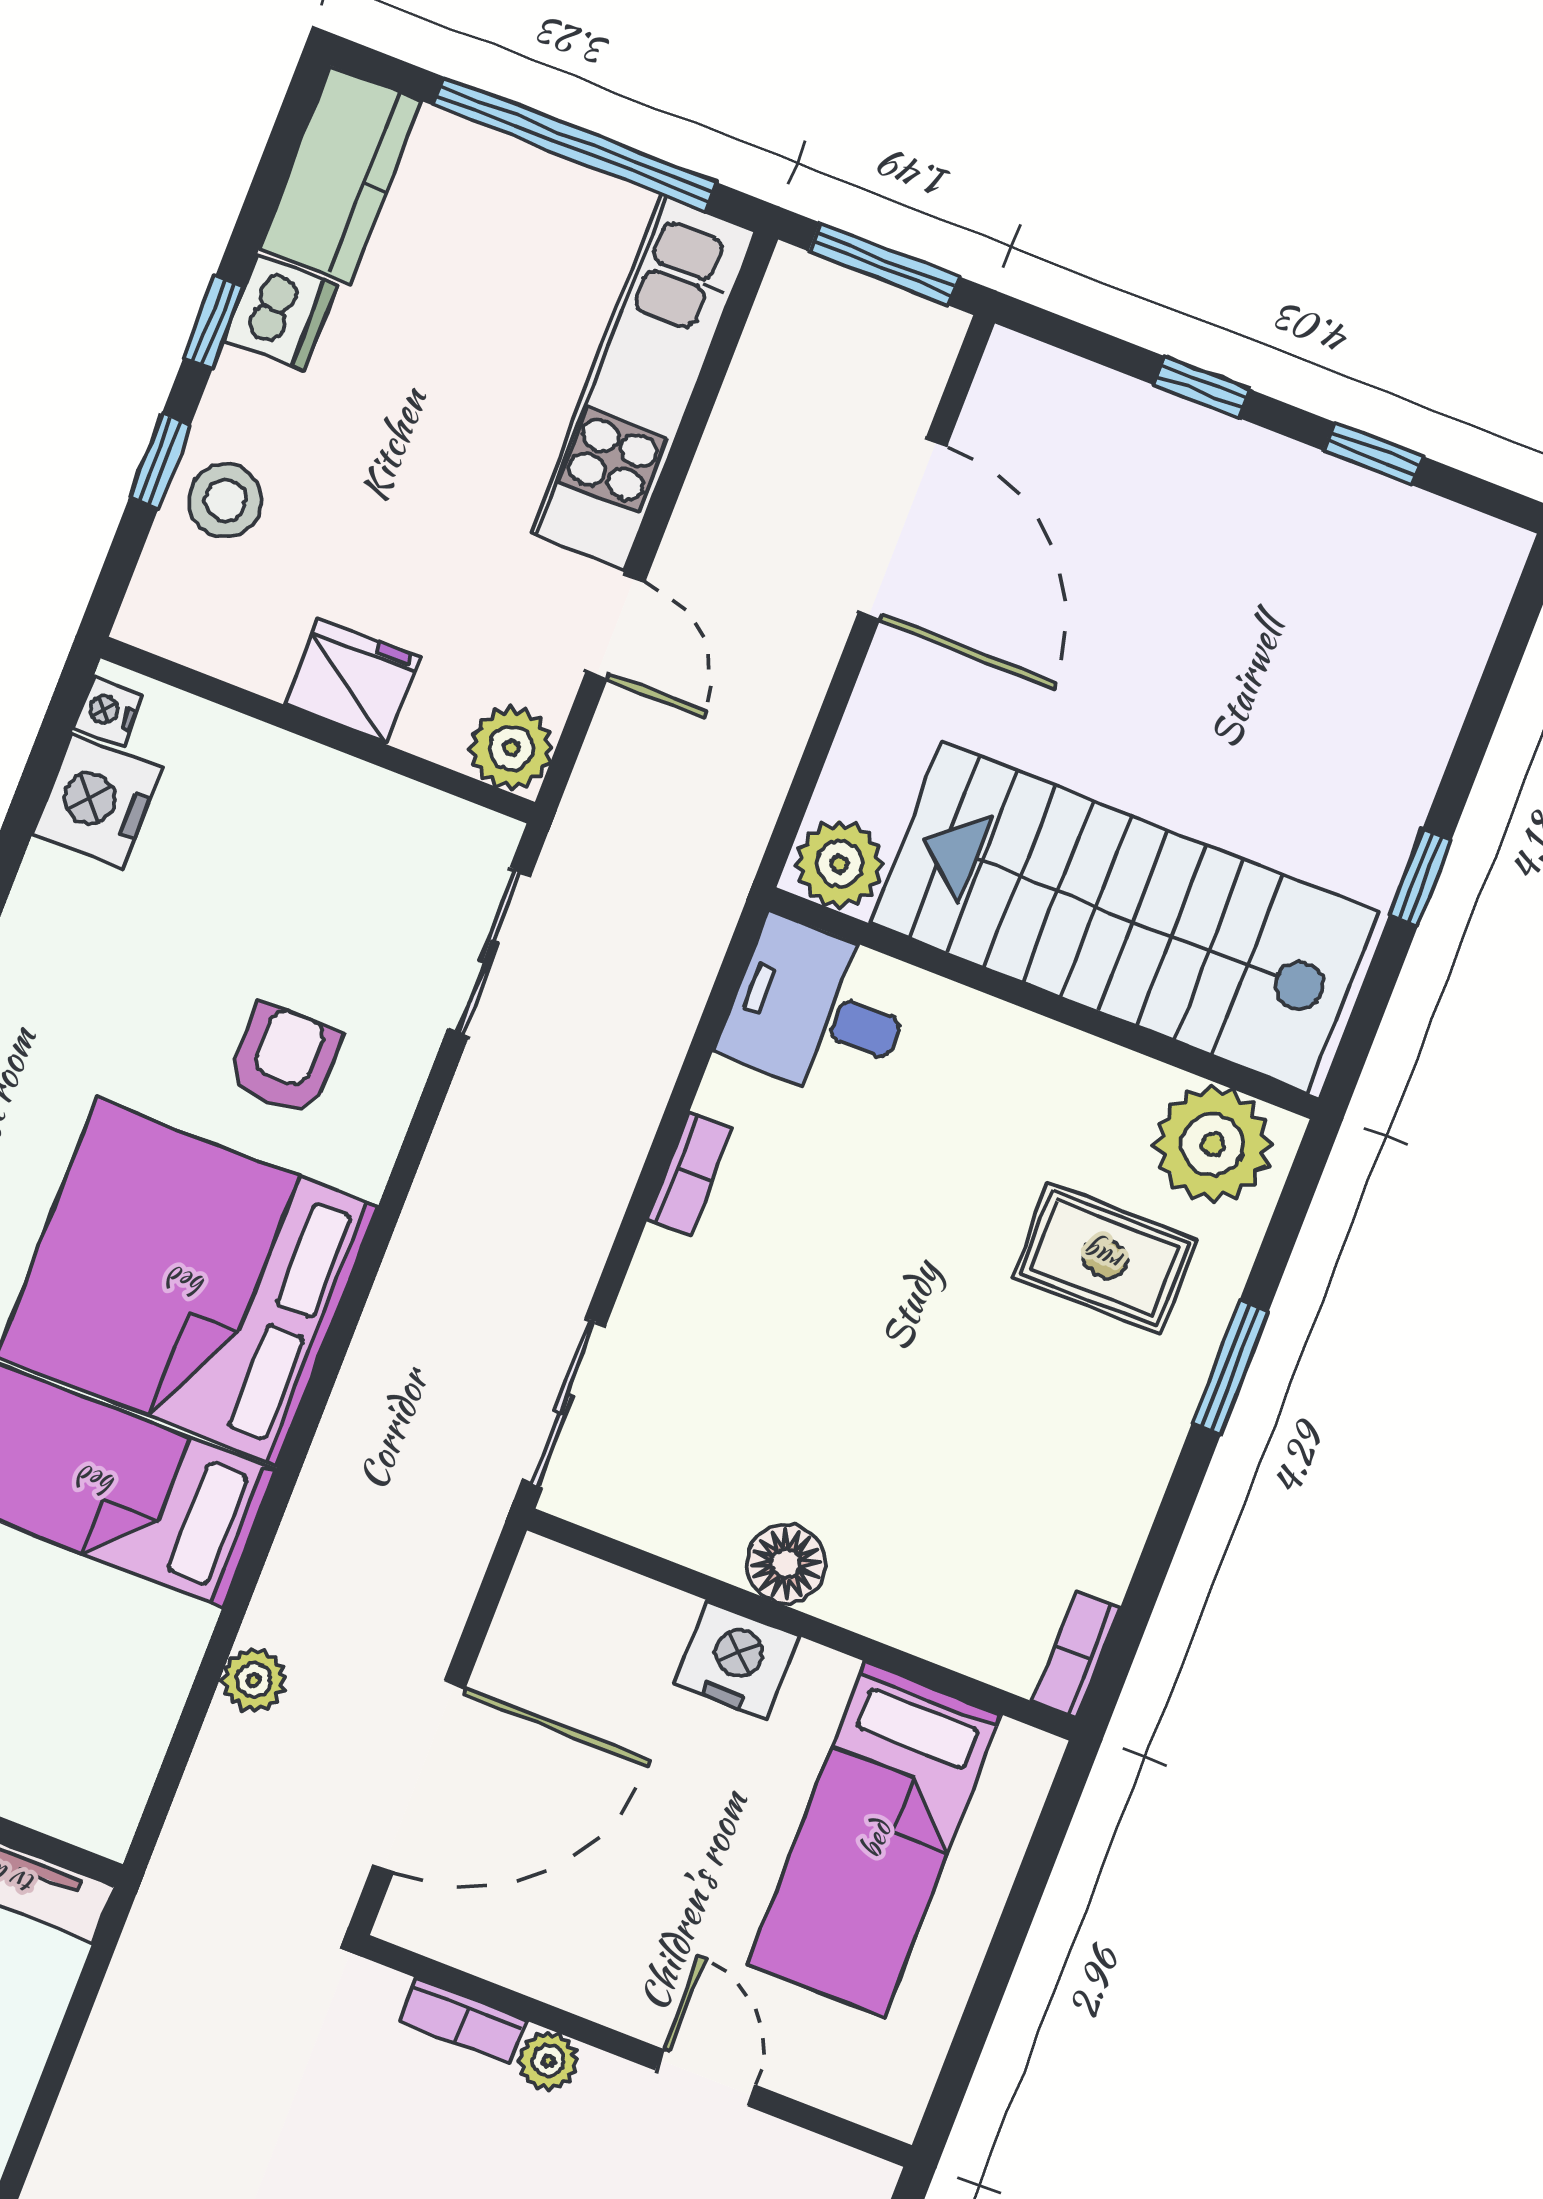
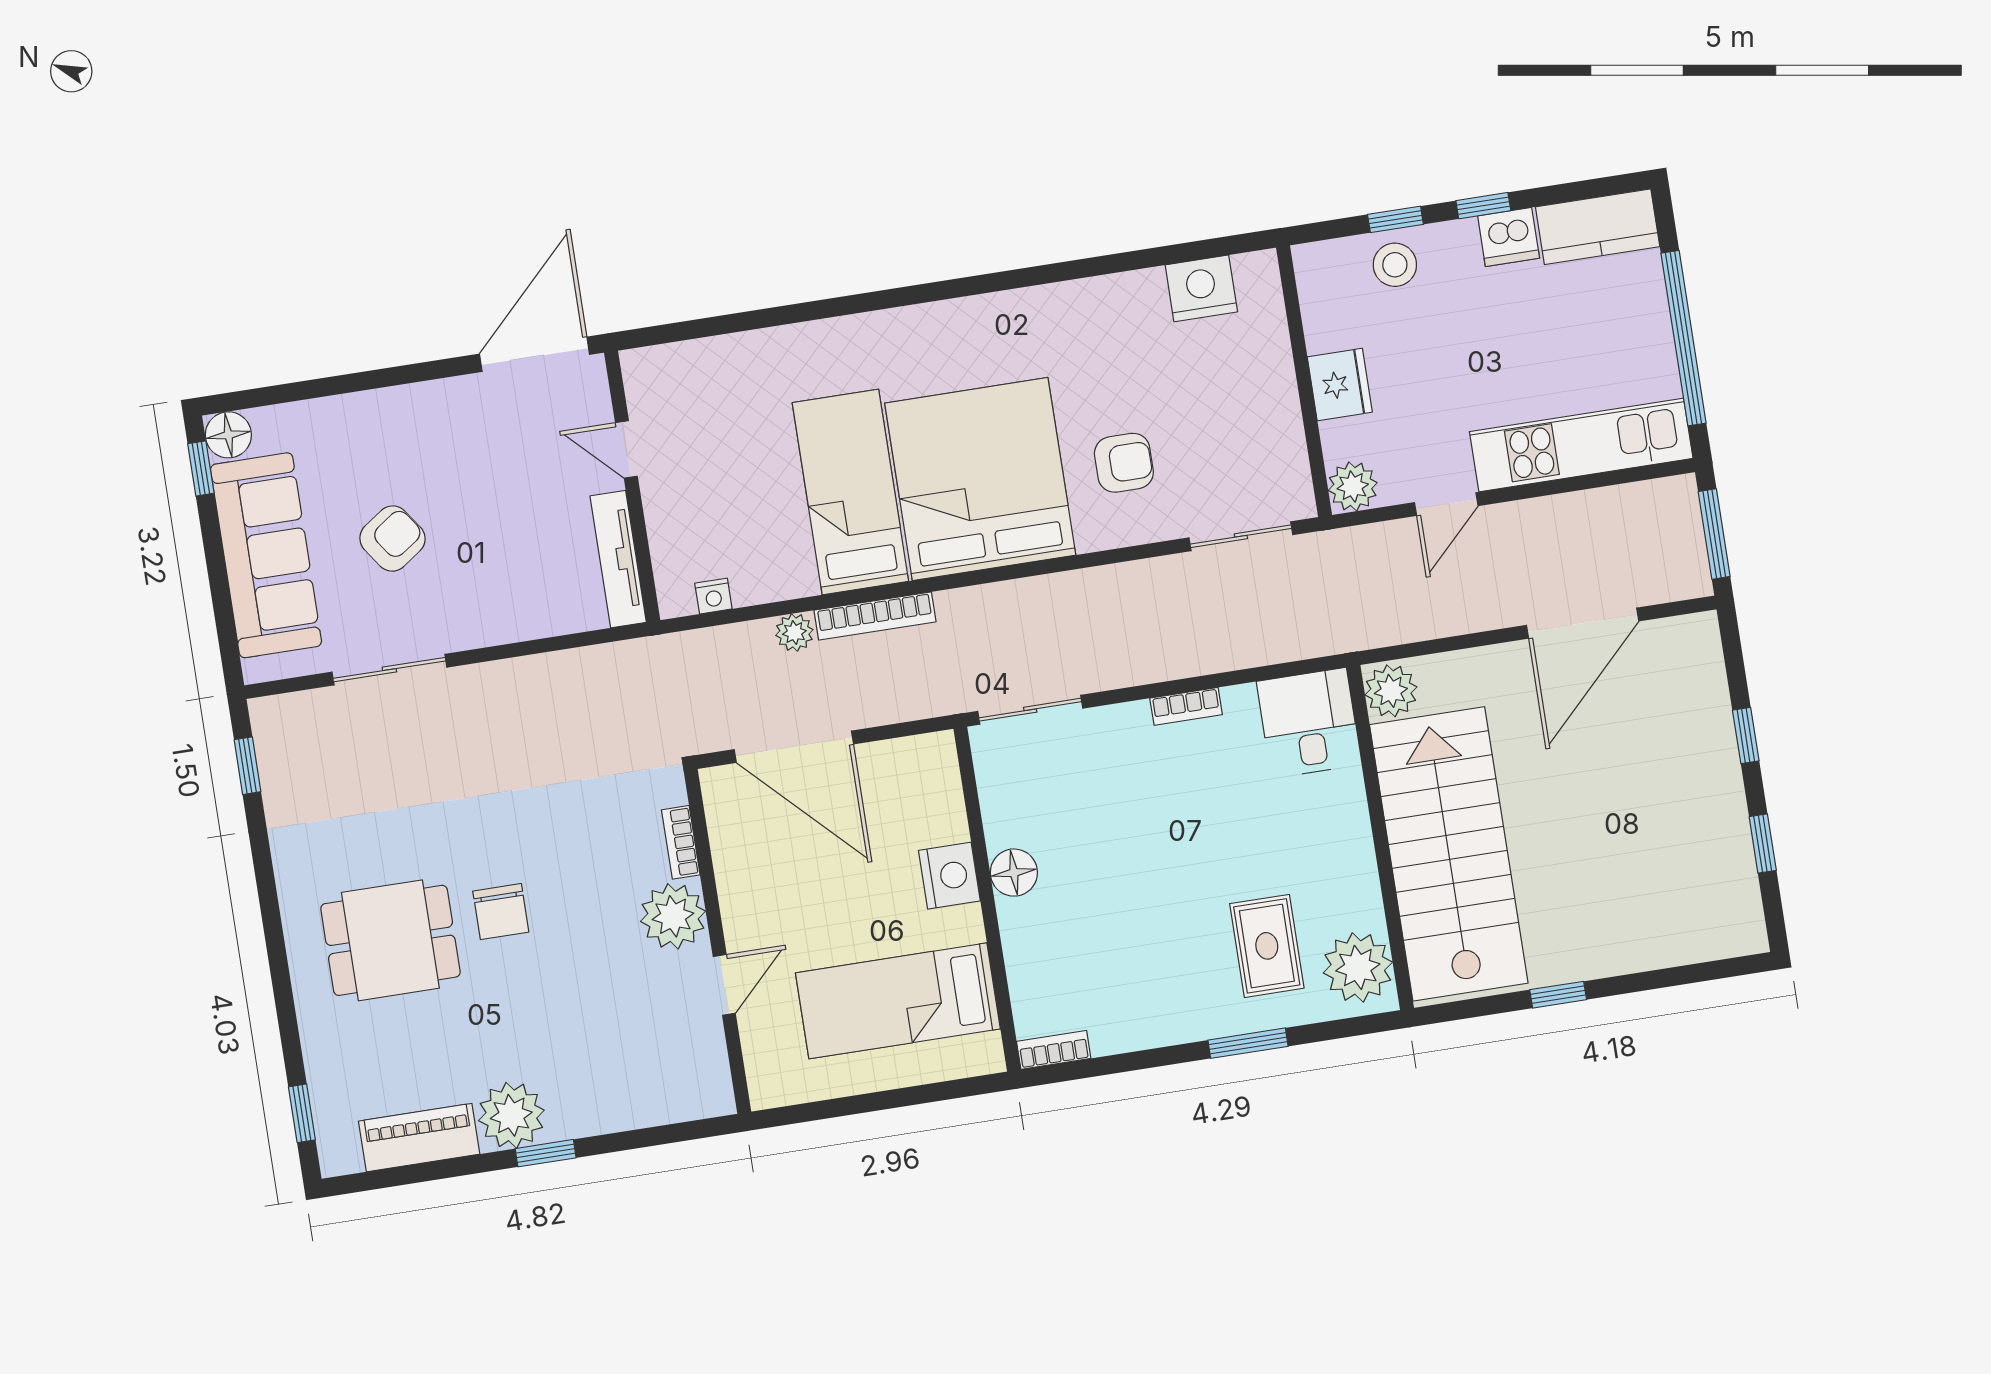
nightstand: (108, 711) -> (713, 596), moved, turned 180
bookcase: (297, 1549) -> (875, 616), added
plant: (548, 2061) -> (673, 916), width x1.88, depth x1.88

